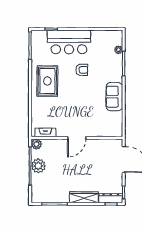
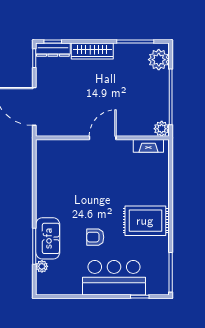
rug: (47, 81) -> (145, 221), turned 90
sofa: (114, 97) -> (48, 238), moved
plant: (38, 166) -> (159, 60), moved

